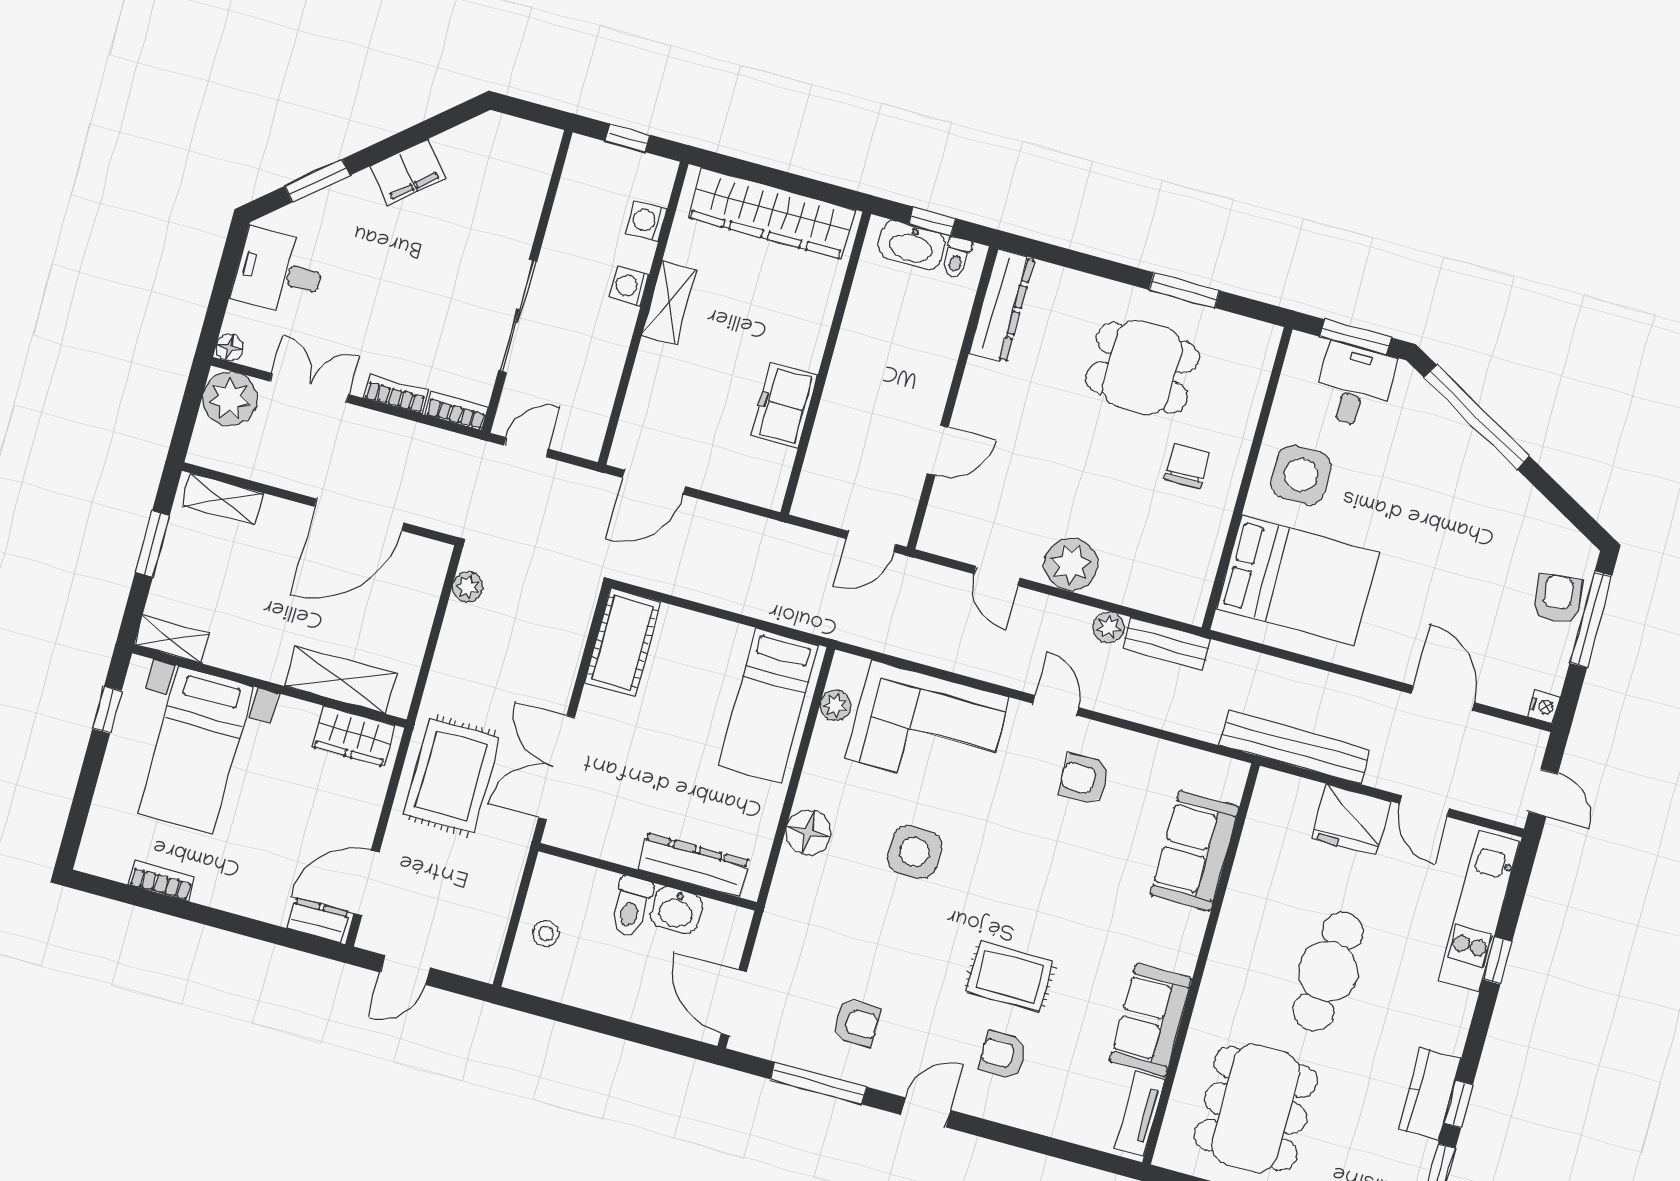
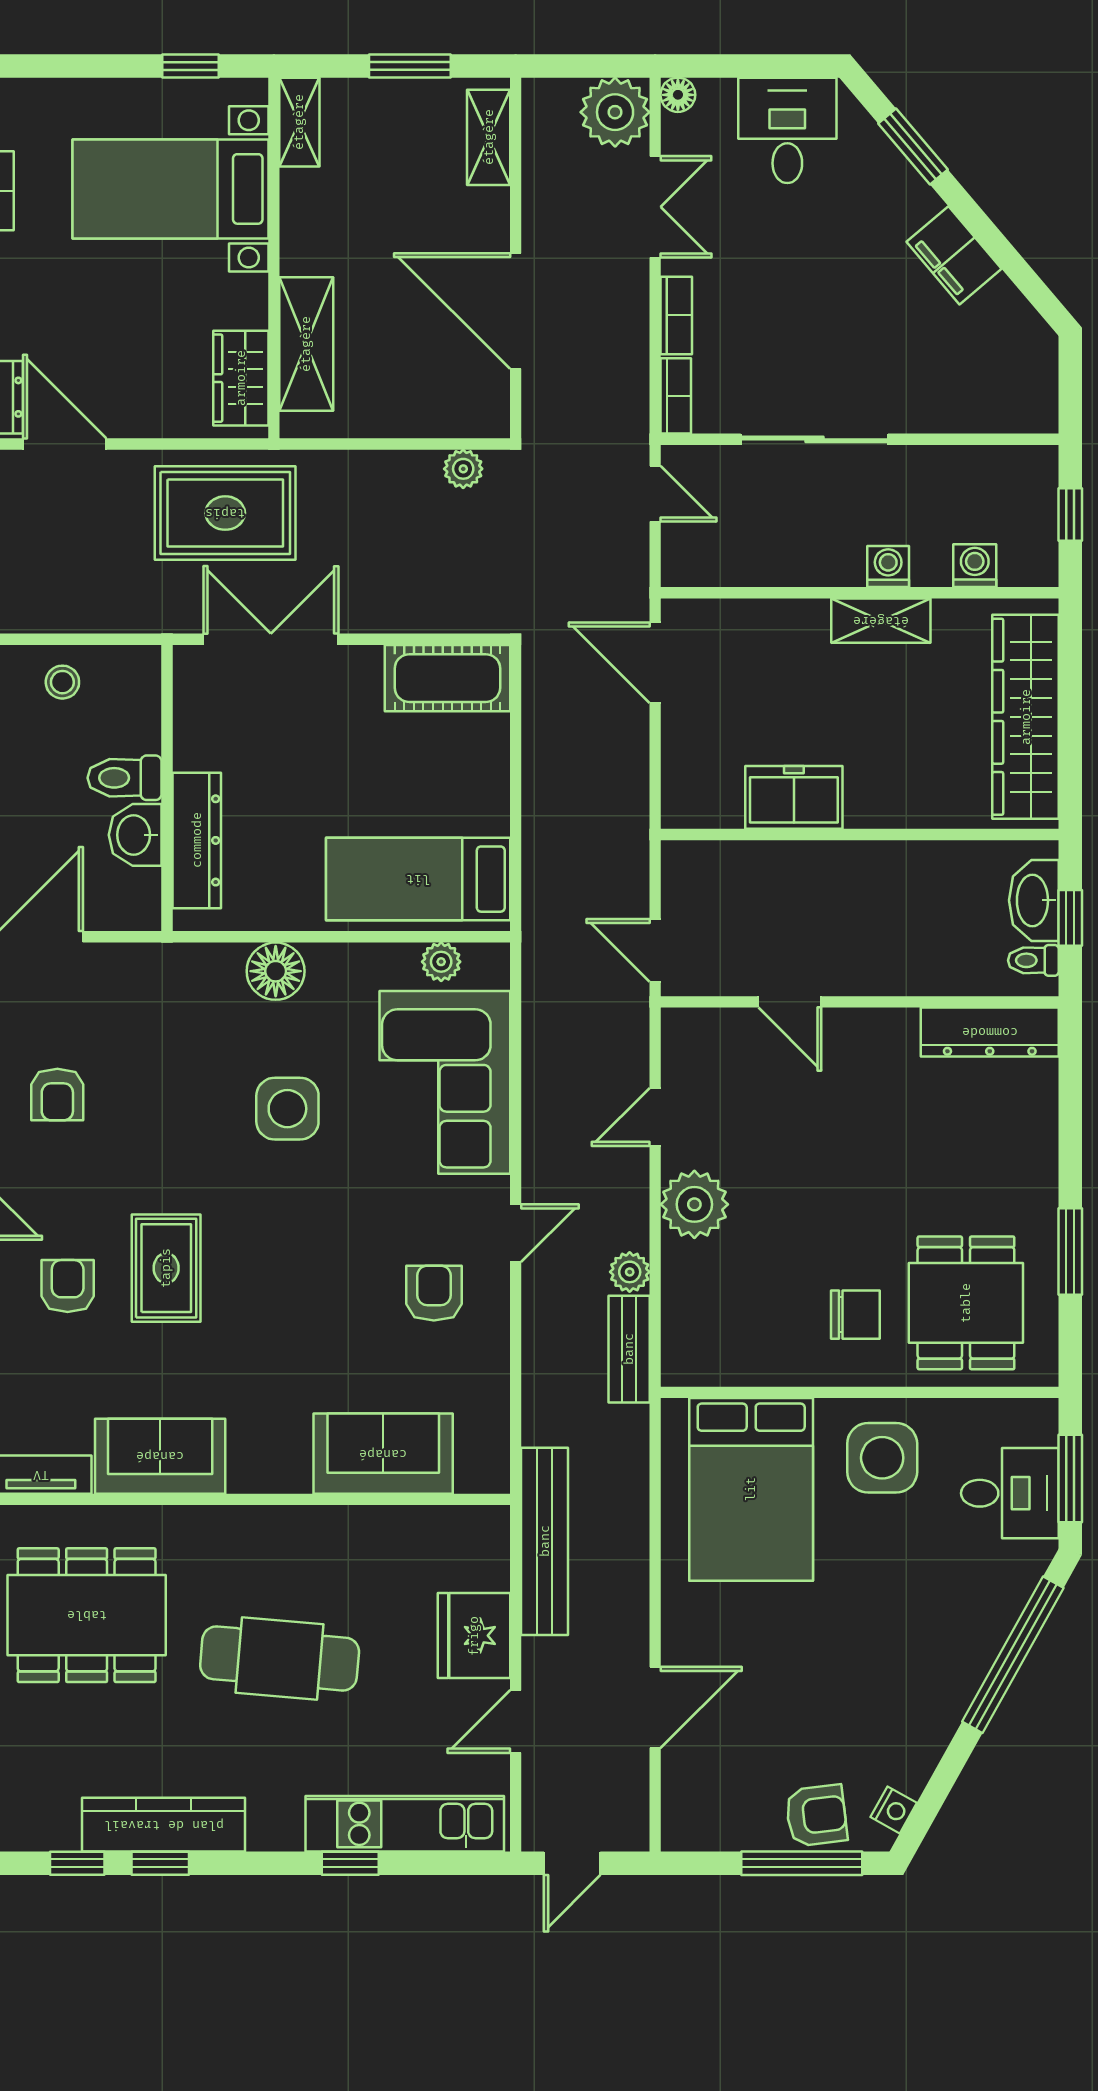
dining table: (1142, 368) -> (966, 1303), moved
nightstand: (1544, 707) -> (894, 1810), moved, turned -61
kitchen counter: (1430, 1093) -> (164, 1825), width x1.50

